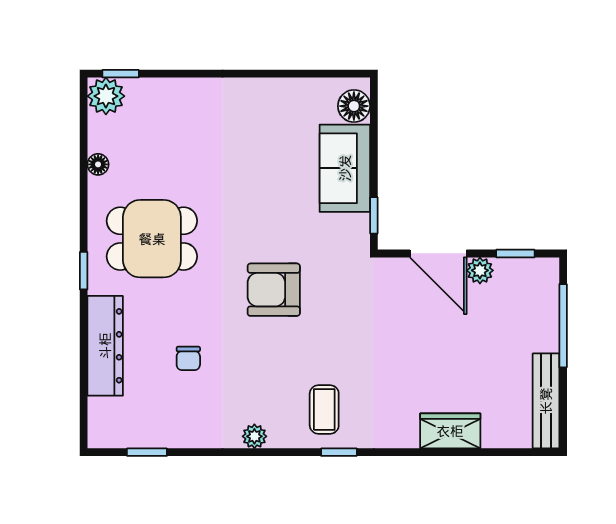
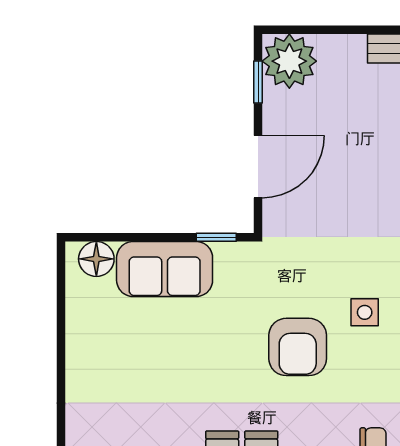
plant: (480, 270) -> (289, 61), moved, width x1.87, depth x1.87
window: (563, 326) -> (337, 30), removed
side table: (305, 351) -> (365, 312), added

